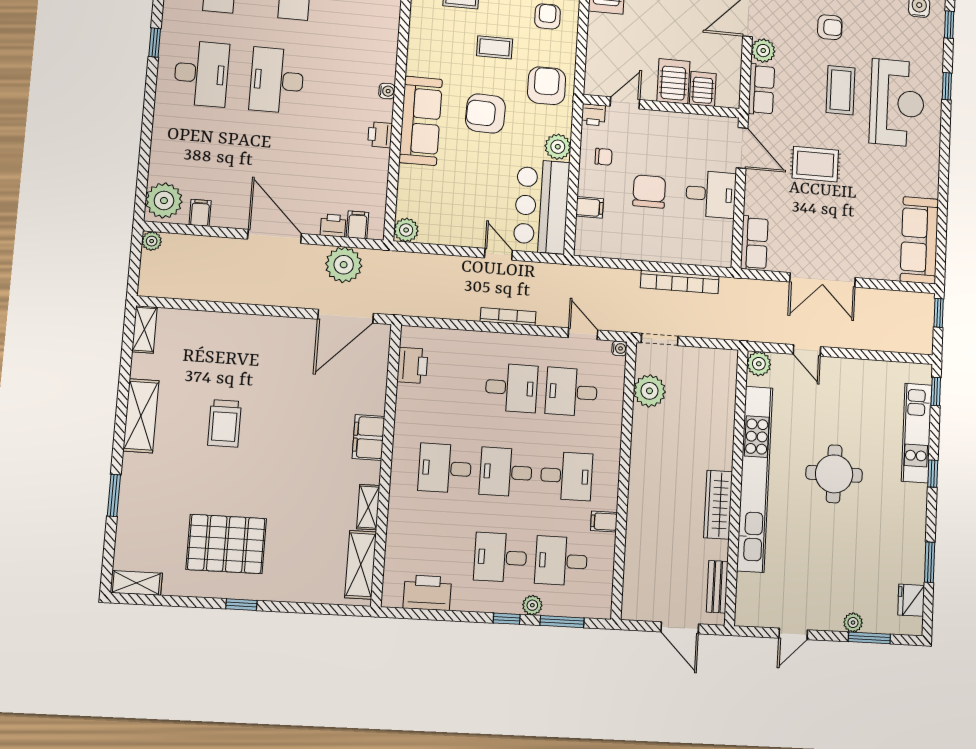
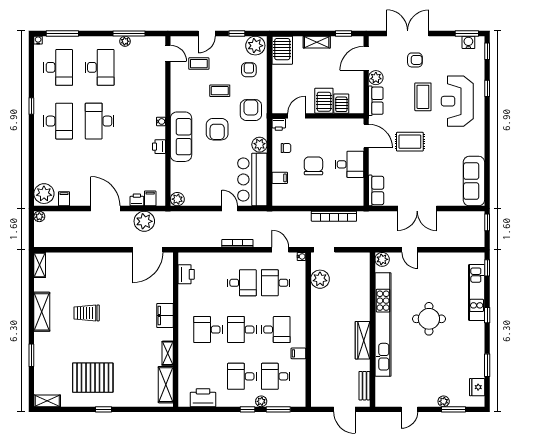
reception desk: (897, 103) -> (457, 101), turned 180
armchair: (485, 113) -> (217, 129), turned -92
trolley: (225, 423) -> (87, 313), turned 90

